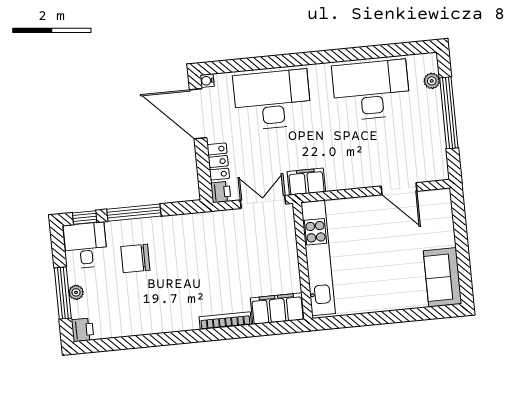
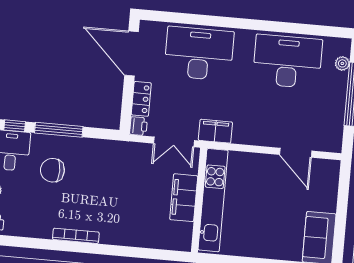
water cooler: (207, 81) -> (145, 26), removed
double door: (263, 202) -> (174, 142), swing flipped
filing cabinet: (277, 309) -> (184, 198), moved, turned -90
bookcase: (225, 321) -> (76, 236), moved

